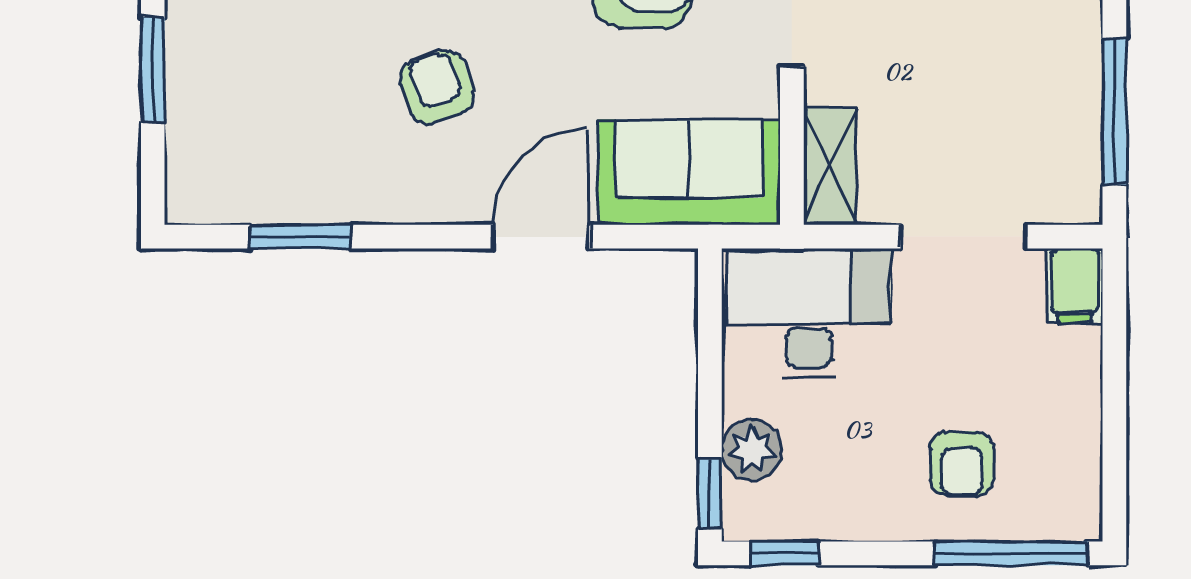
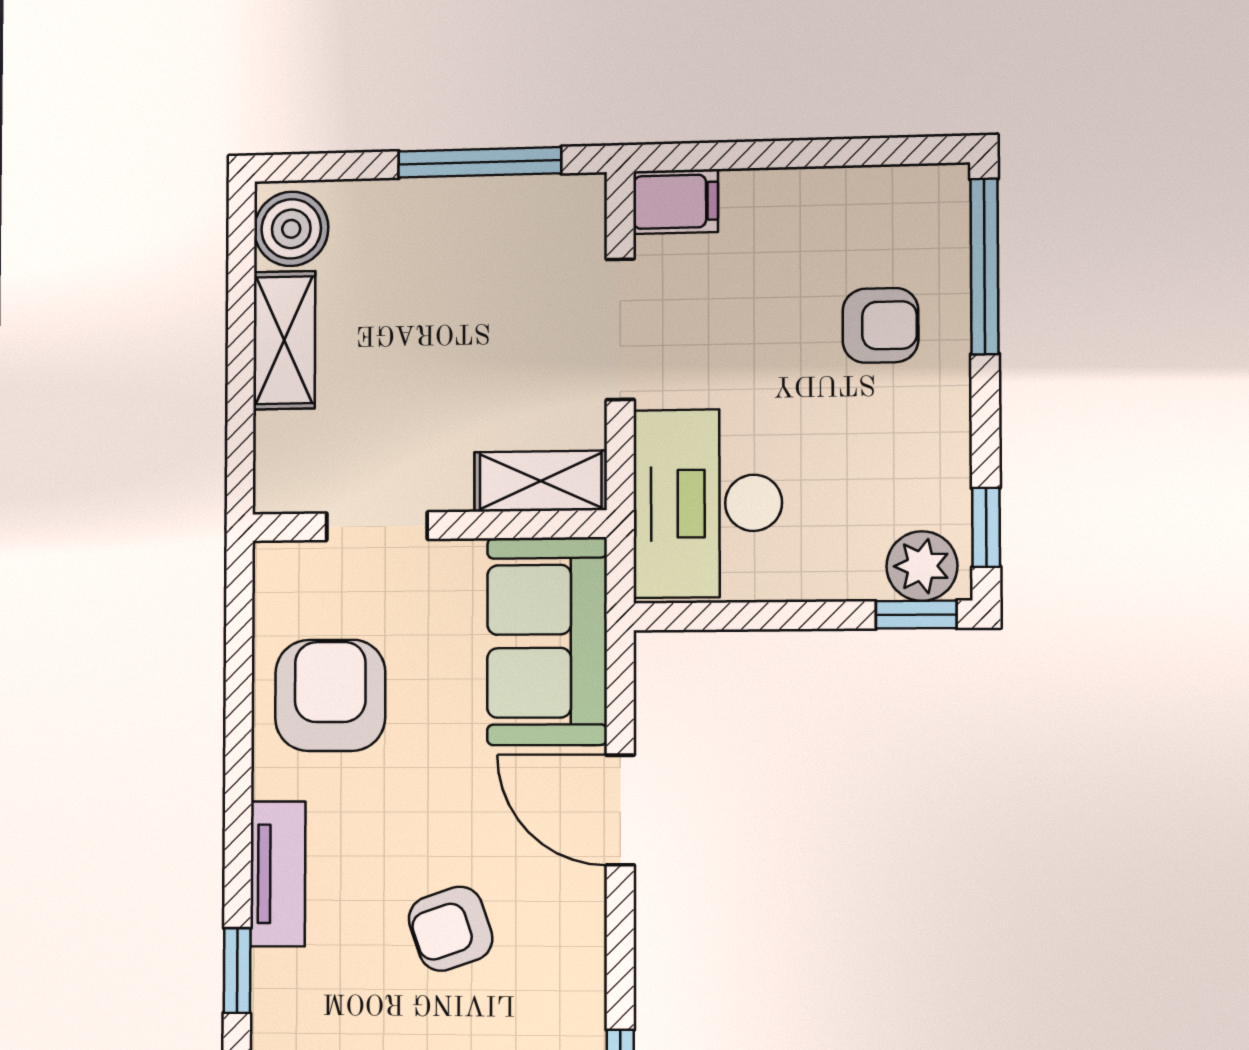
plant: (752, 450) -> (922, 566), moved

